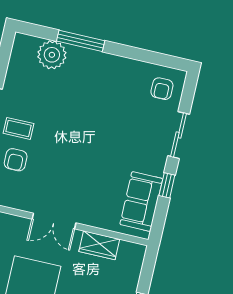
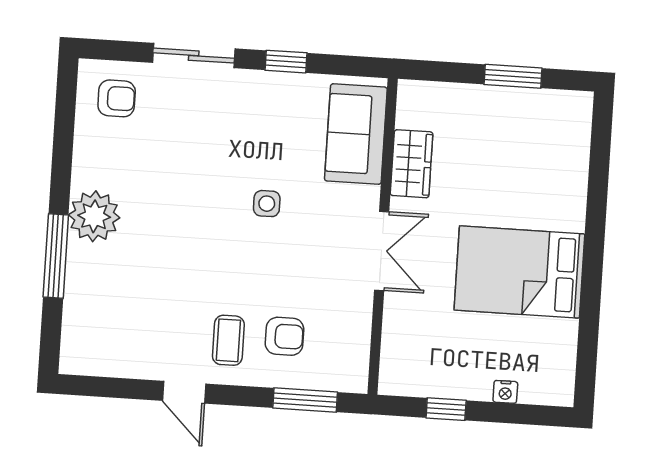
plant: (52, 55) -> (94, 216), moved
side table: (90, 162) -> (267, 204), added
sofa: (141, 202) -> (356, 134), moved, turned 90

